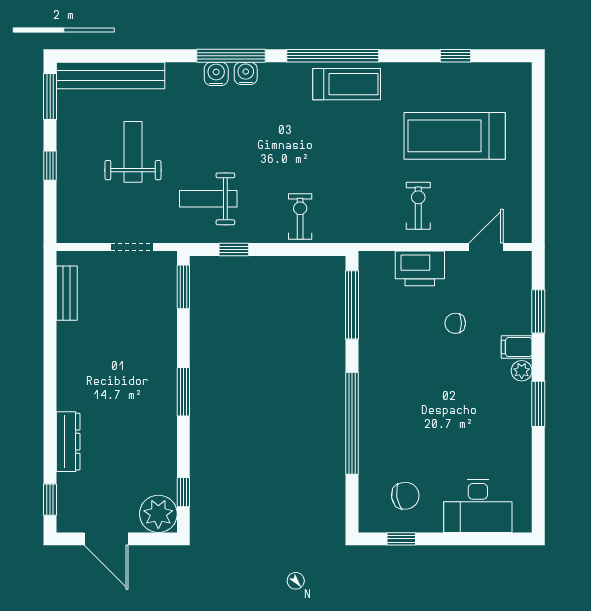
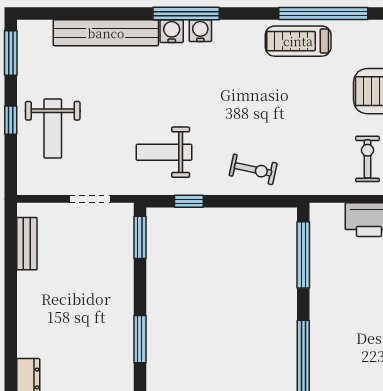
window: (333, 56) -> (323, 14), moved
bench: (110, 75) -> (106, 33), moved
treadmill: (347, 84) -> (298, 41), turned 180
weight bench: (133, 152) -> (53, 129), moved, turned 180
exercise bike: (300, 217) -> (253, 169), turned 102

